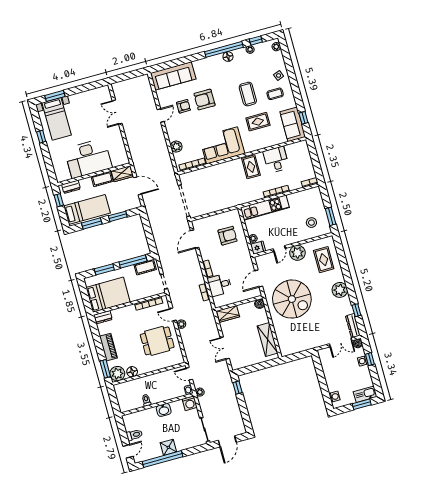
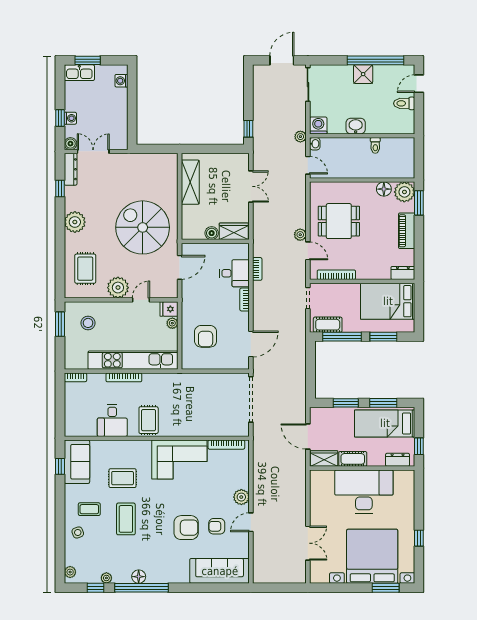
bed with nightstands: (57, 119) -> (372, 556), width x1.85
plant: (176, 147) -> (241, 497), moved
kitchen unit: (265, 208) -> (133, 360), width x1.36
armchair: (227, 236) -> (206, 336), turned -90
boiler: (259, 304) -> (212, 233), moved

